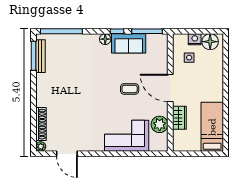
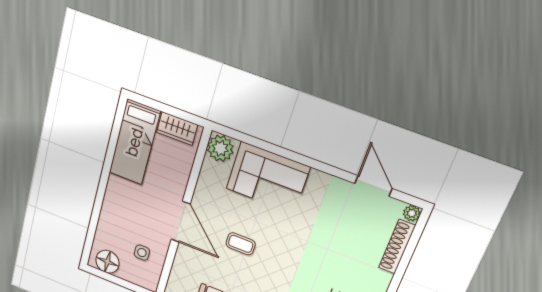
nightstand: (195, 39) -> (128, 273), removed
wardrobe: (179, 118) -> (177, 129), moved, turned -90
plant: (160, 124) -> (220, 148), moved

